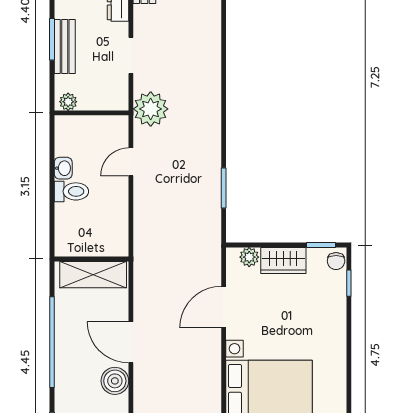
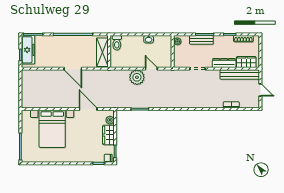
plant: (151, 109) -> (137, 77), moved
toilet: (71, 191) -> (117, 43), moved
door: (131, 342) -> (73, 69), swing flipped
boiler: (115, 381) -> (56, 62), removed

